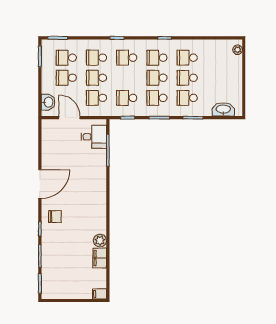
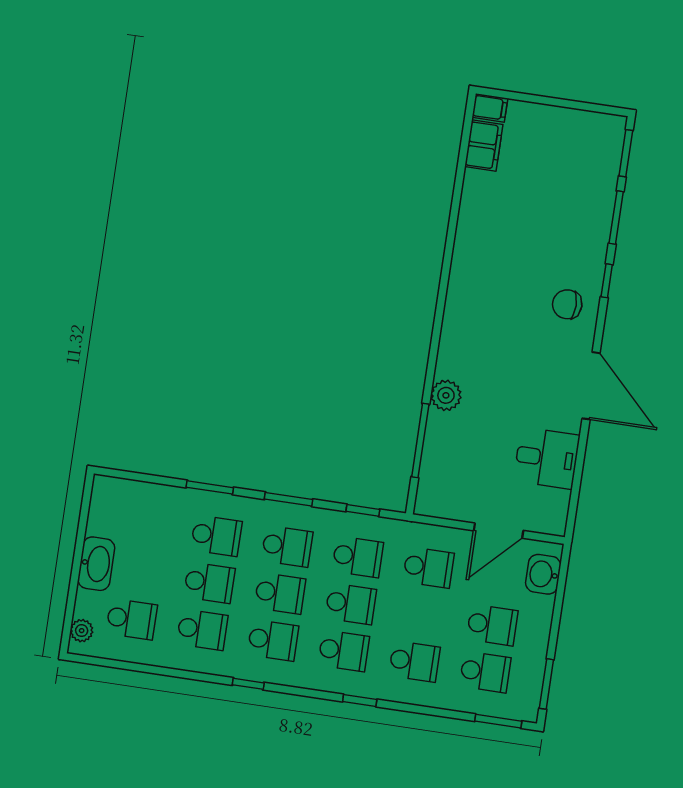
school desk: (217, 58) -> (132, 619), added
school desk: (96, 78) -> (351, 604), moved
washbasin: (223, 109) -> (96, 564), moved, turned -90
door: (69, 118) -> (499, 531), hinge flipped
desk: (94, 137) -> (547, 458), moved, turned 180
door: (40, 184) -> (591, 386), swing flipped
plant: (100, 241) -> (446, 395), moved
filing cabinet: (100, 258) -> (484, 146), moved

